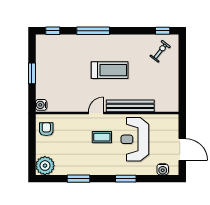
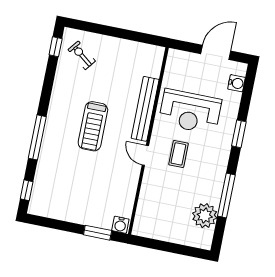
treadmill: (110, 70) -> (93, 126), turned 180
window: (32, 73) -> (98, 233), moved
armchair: (46, 129) -> (153, 224), removed
plant: (45, 166) -> (205, 216), moved
window: (78, 179) -> (226, 196), width x1.44

